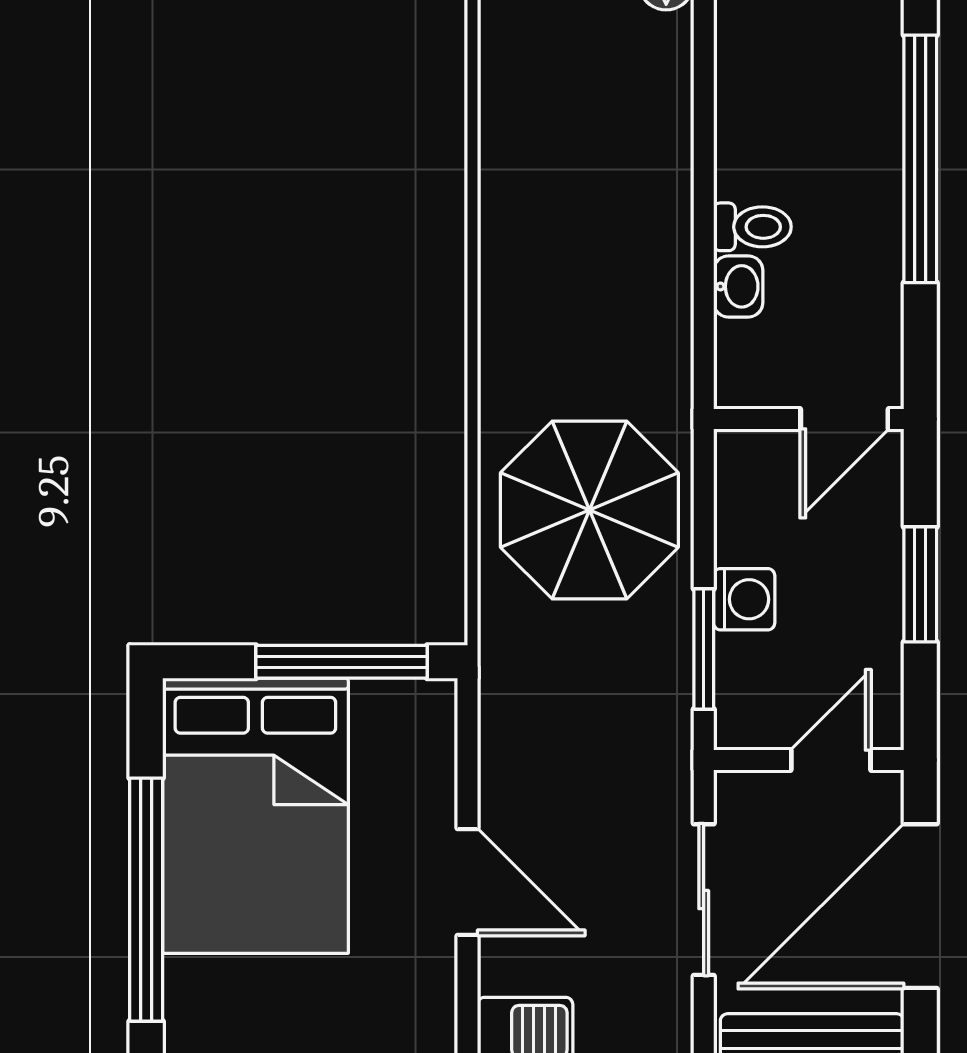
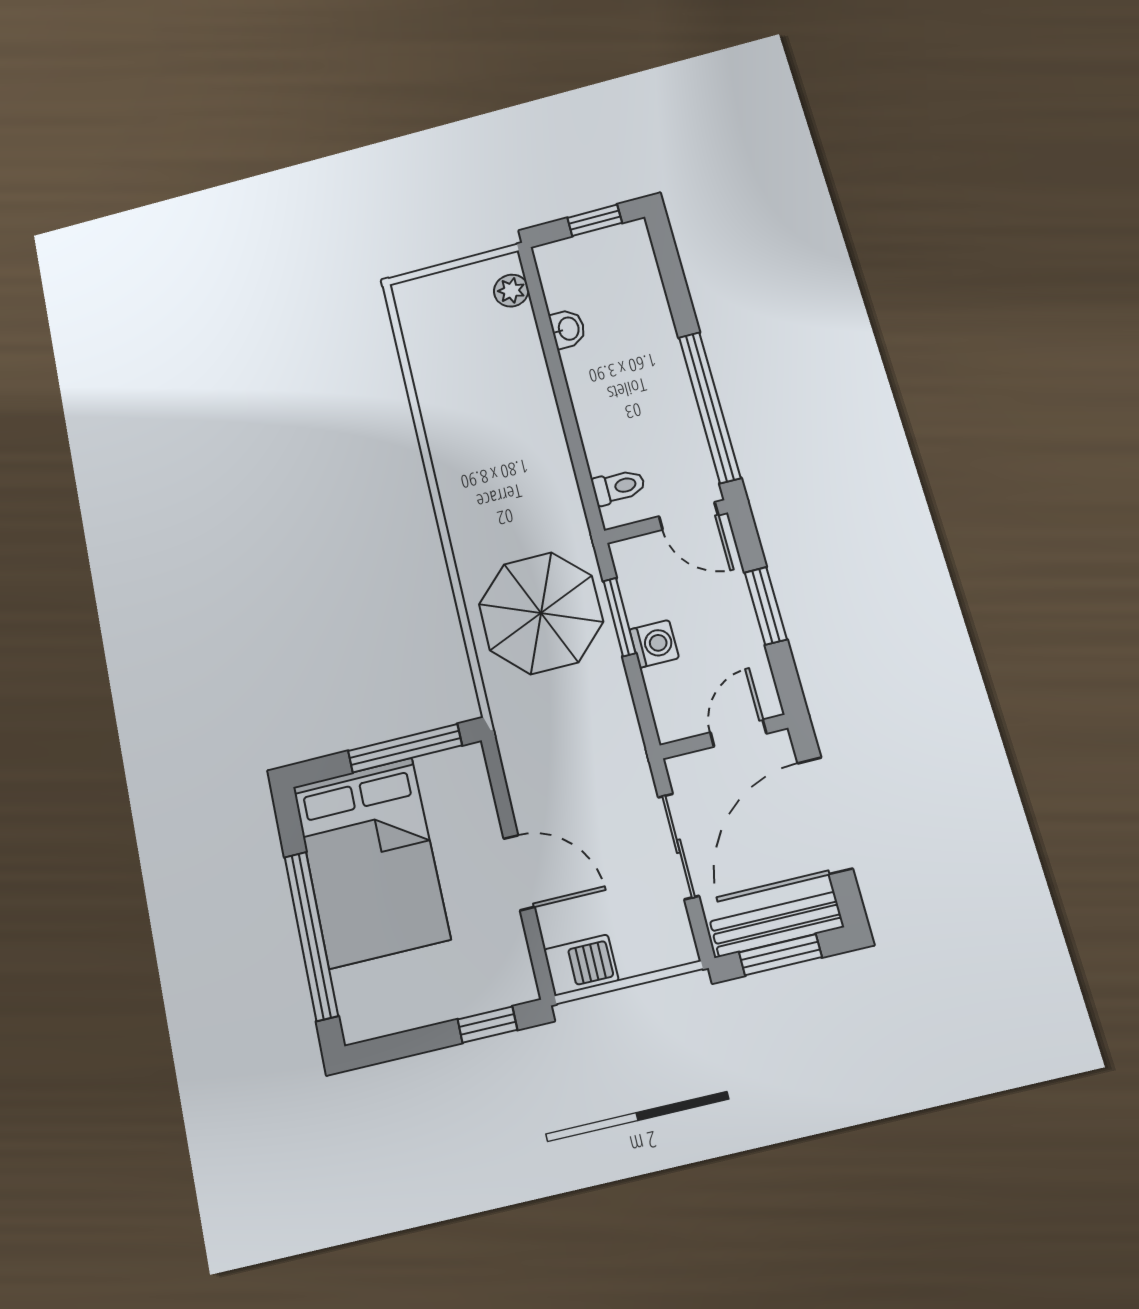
window: (920, 159) -> (710, 407), moved
toilet: (752, 227) -> (619, 487), moved
washbasin: (738, 286) -> (568, 329), moved
door: (844, 419) -> (689, 516), hinge flipped
window: (704, 649) -> (619, 617), moved

